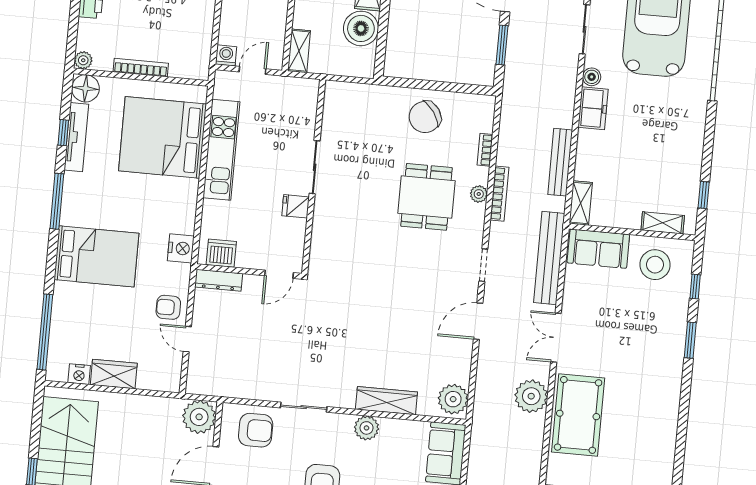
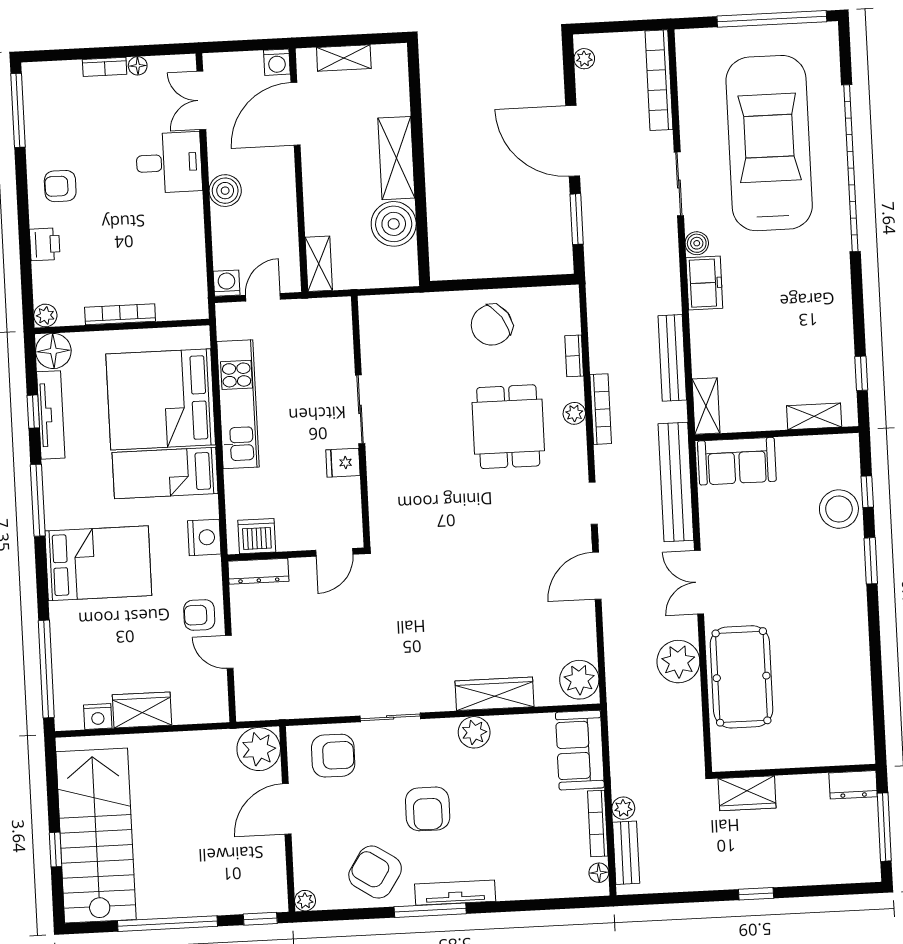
bed: (158, 194) -> (165, 473), added
stool: (655, 265) -> (839, 509), moved

